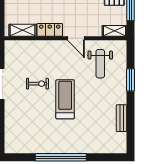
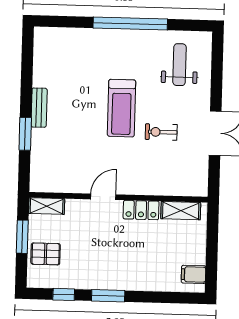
door: (76, 38) -> (103, 197), hinge flipped
weight bench: (100, 64) -> (180, 65), moved
bench: (122, 118) -> (39, 108), moved

